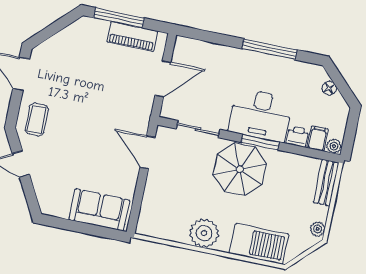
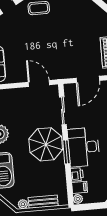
door: (163, 79) -> (88, 79), hinge flipped
door: (148, 152) -> (39, 83), hinge flipped
bench: (326, 183) -> (43, 202), moved

